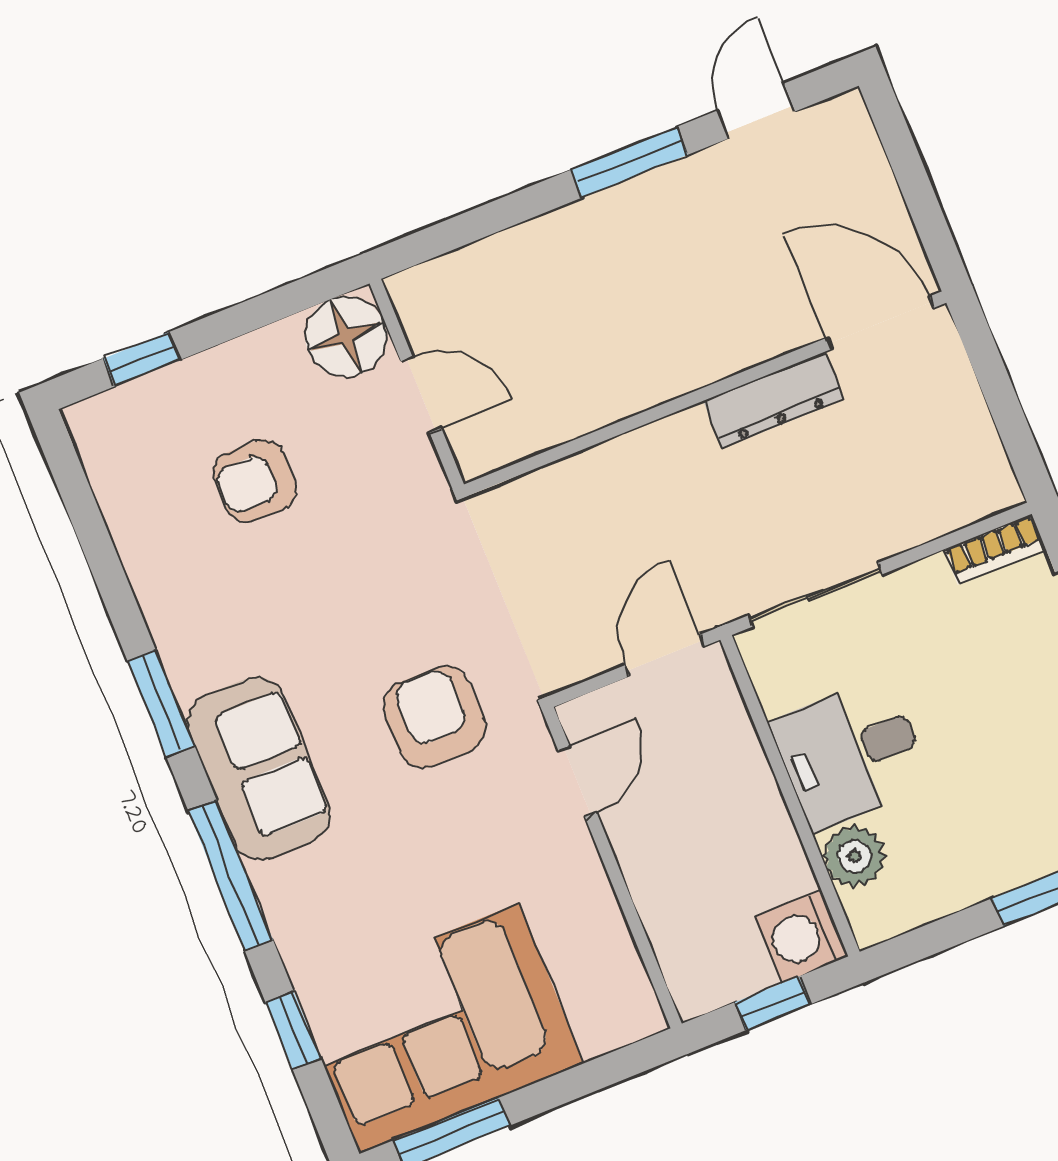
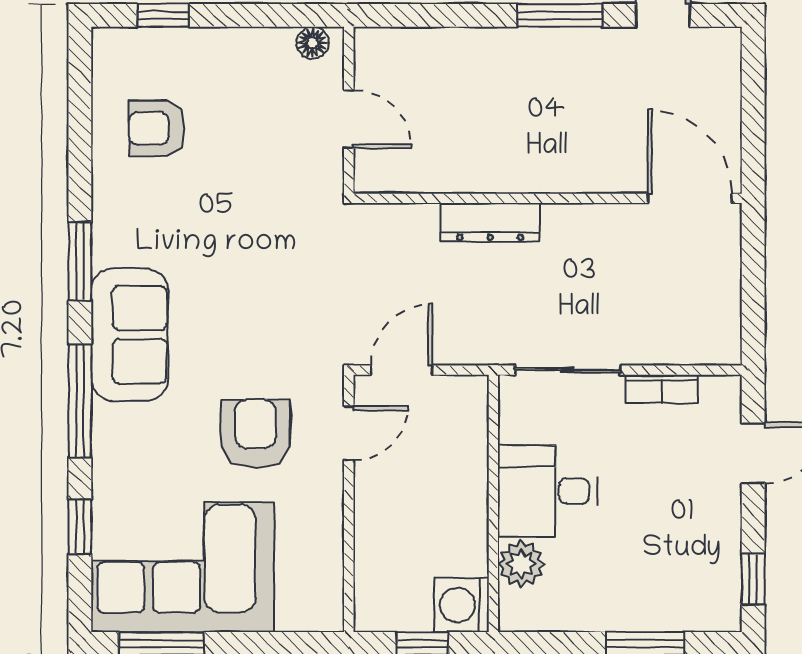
floor lamp: (346, 336) -> (312, 43), width x0.53, depth x0.53
dresser: (774, 400) -> (490, 222), moved
armchair: (255, 481) -> (157, 128), moved
bookcase: (995, 549) -> (662, 389), moved
door: (665, 656) -> (401, 370), moved
armchair: (435, 717) -> (256, 433), moved

